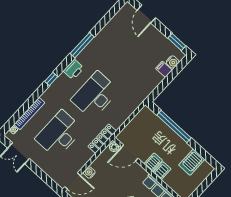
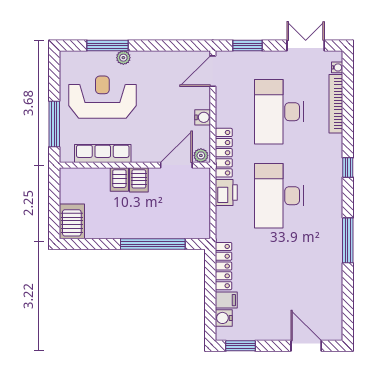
printer: (74, 69) -> (226, 192), moved, turned 180
locker: (151, 86) -> (223, 266), added
desk: (95, 95) -> (279, 196), turned 180
desk: (59, 134) -> (279, 112), turned 180
server rack: (192, 162) -> (72, 221), moved
water cooler: (89, 172) -> (203, 117), moved
window: (46, 178) -> (247, 46), added

